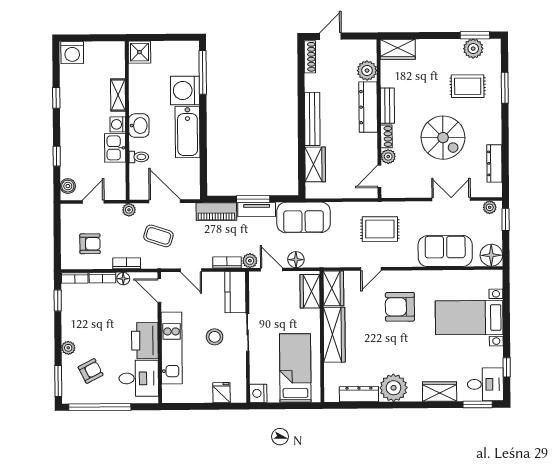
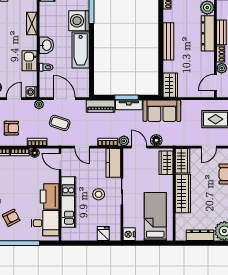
washing machine: (118, 124) -> (32, 92), moved
wardrobe: (315, 164) -> (170, 85), moved

